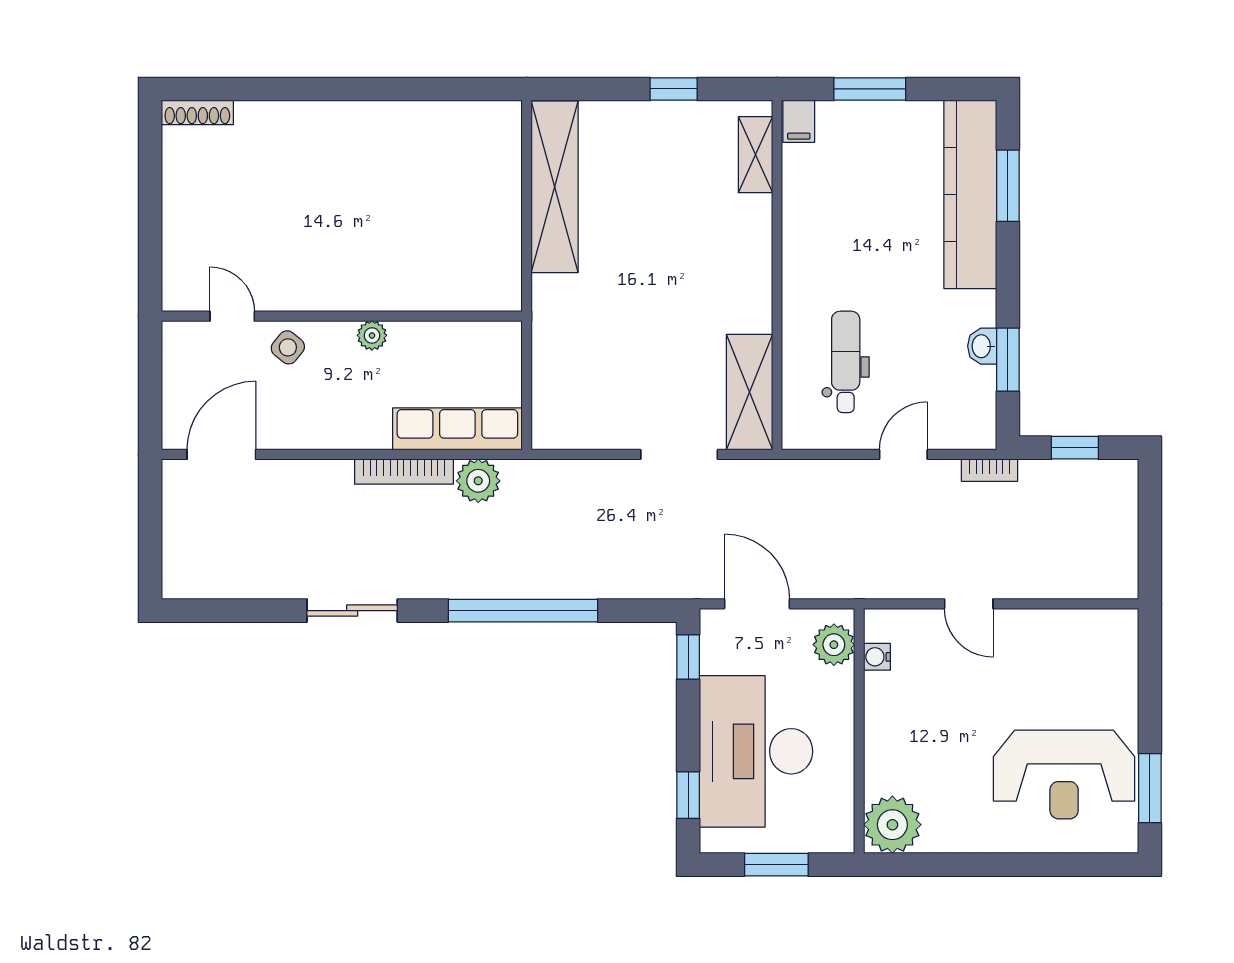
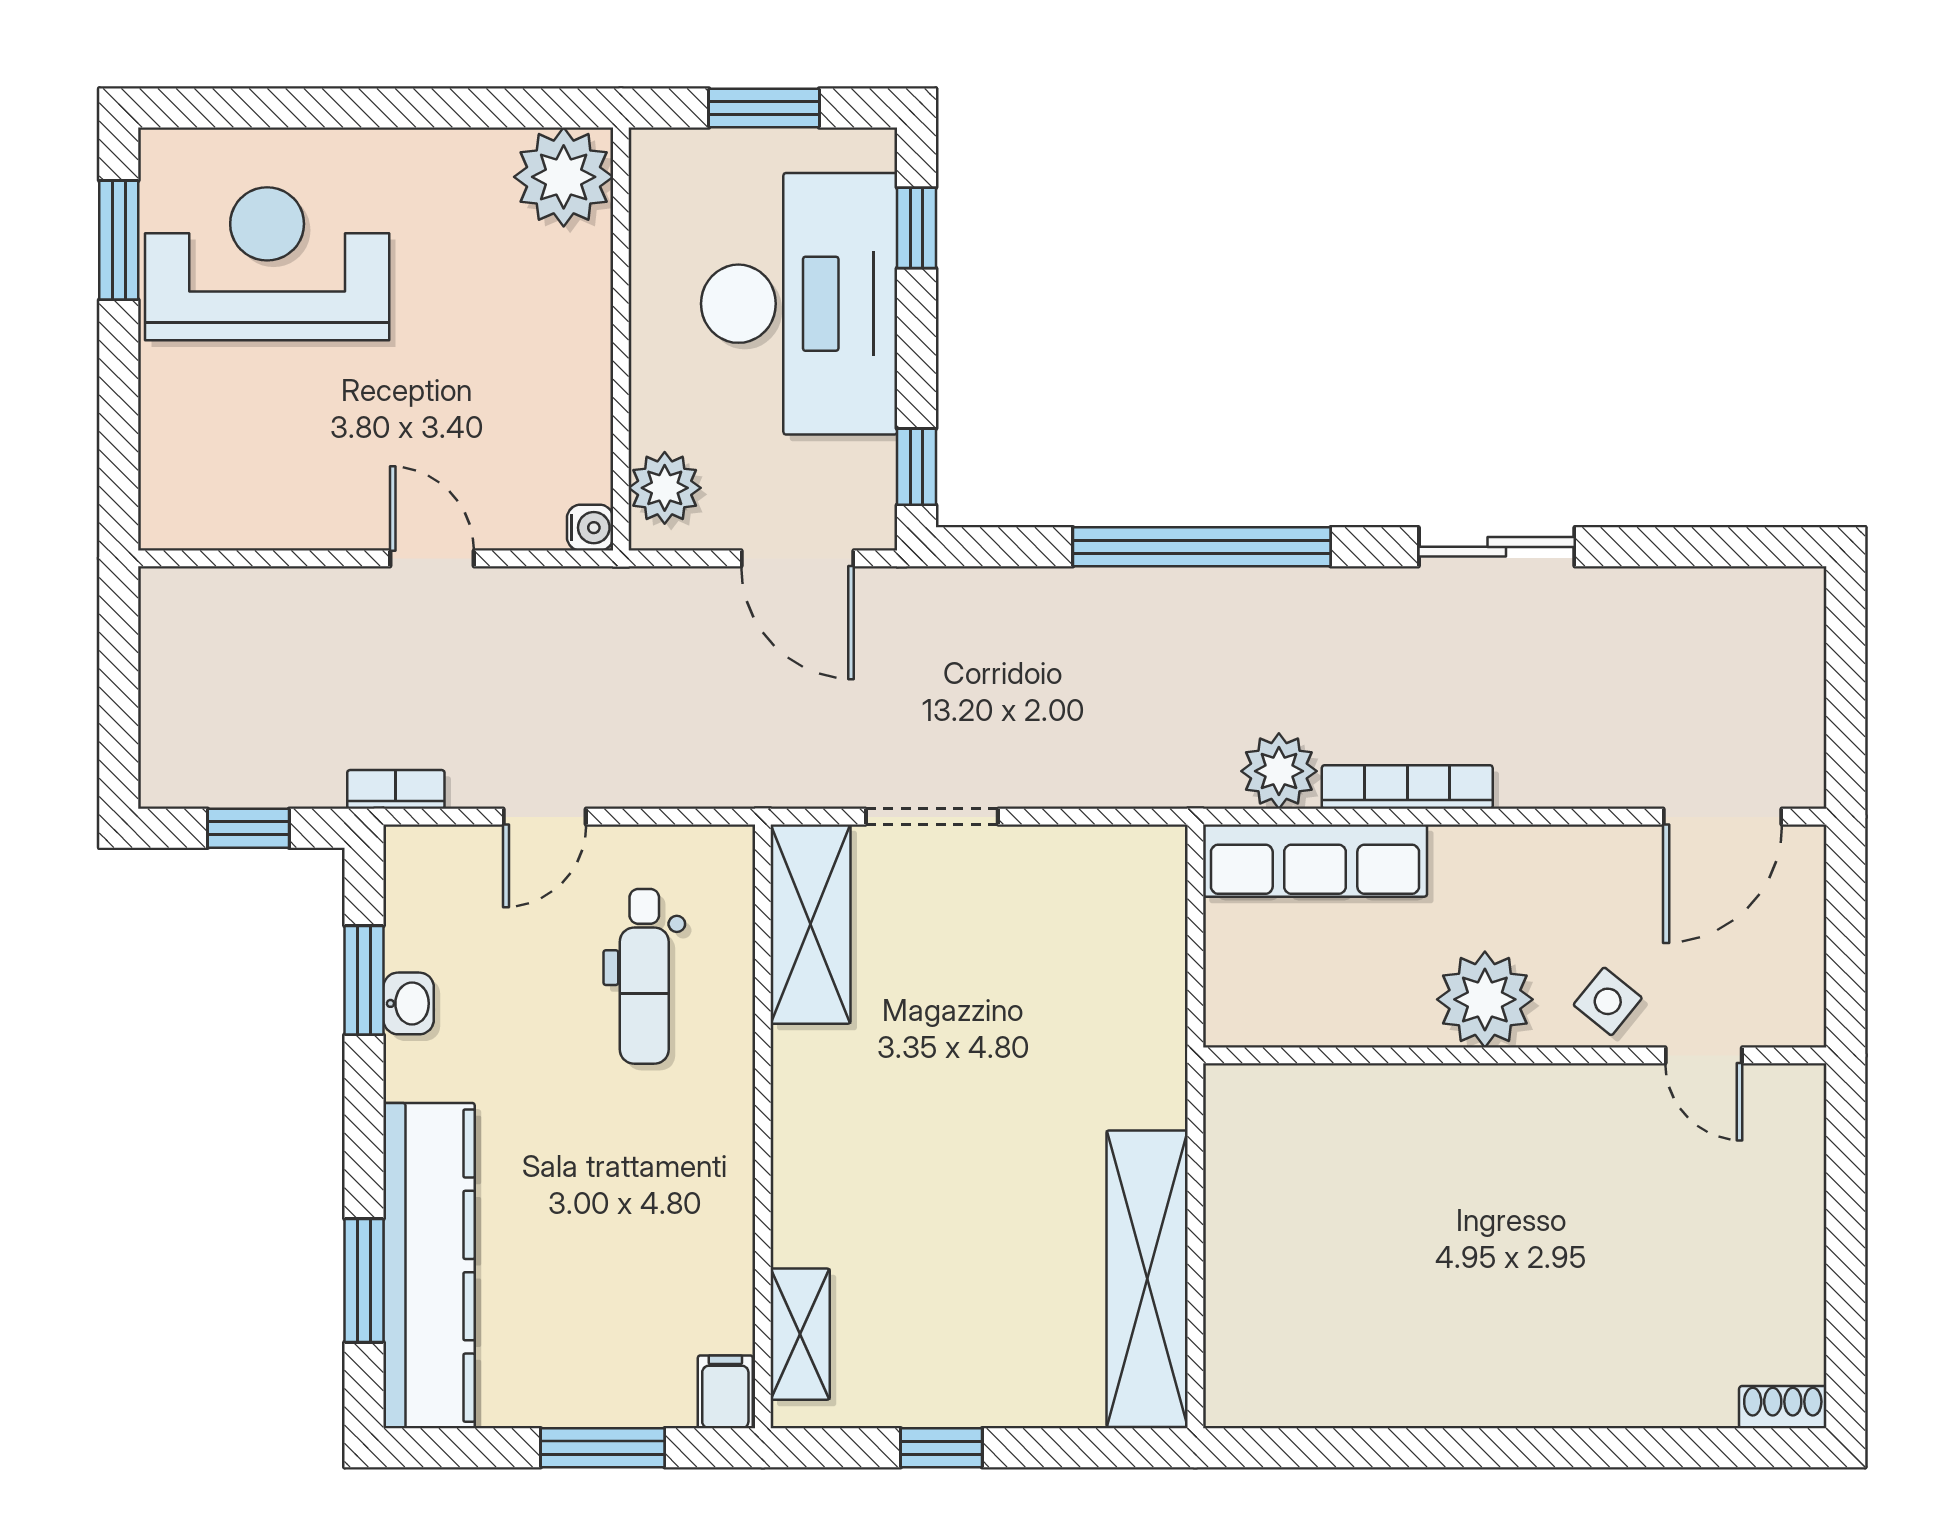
shoe rack: (197, 112) -> (1783, 1407), width x0.70
plant: (372, 335) -> (1485, 999), width x1.87, depth x1.87
water cooler: (877, 657) -> (590, 528), moved

